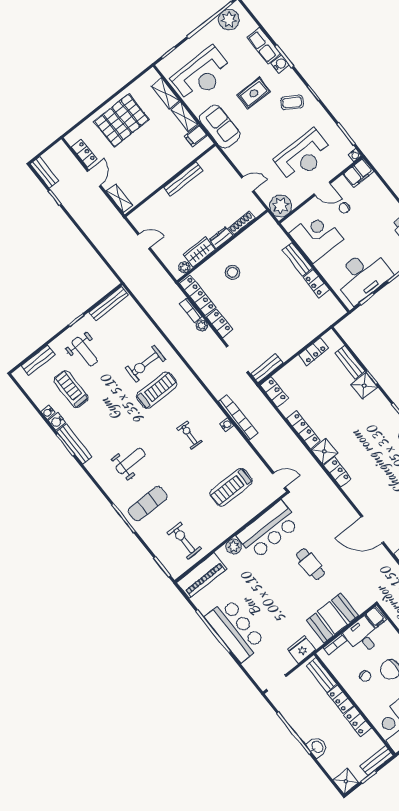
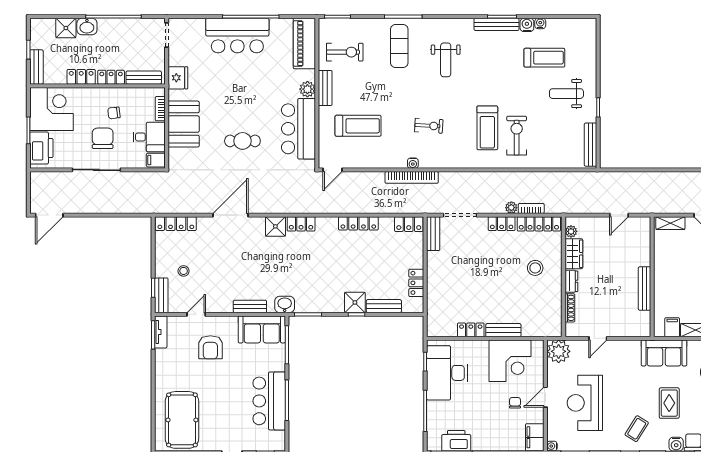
bench: (38, 360) -> (325, 88), moved
shower: (324, 451) -> (275, 226), moved
treadmill: (231, 487) -> (358, 126), turned 90
shower: (346, 781) -> (66, 28), moved

